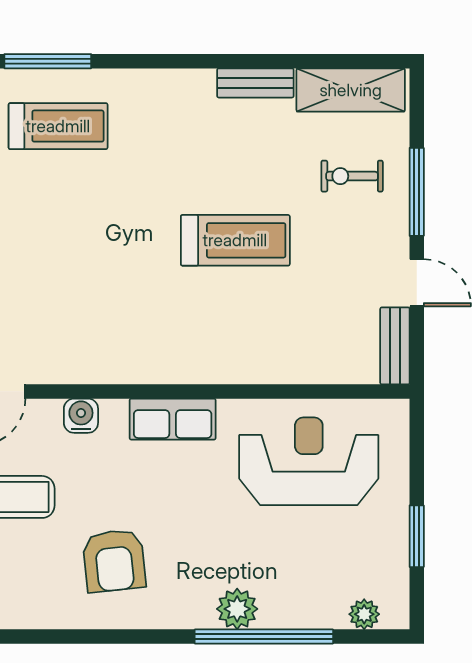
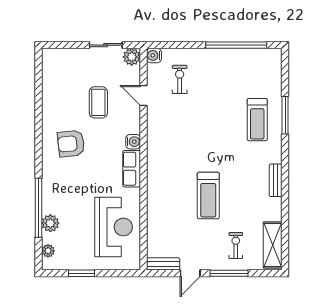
bench: (255, 83) -> (276, 180), moved
water cooler: (81, 416) -> (133, 142), moved
plant: (237, 609) -> (50, 223), moved

